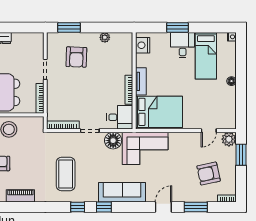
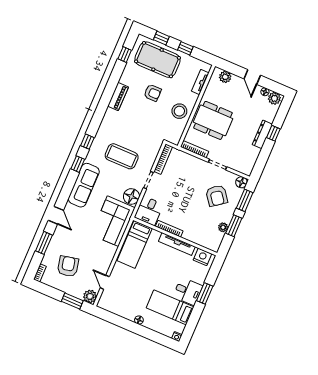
window: (99, 27) -> (234, 226), added
floor lamp: (53, 38) -> (241, 182), added
armchair: (76, 57) -> (217, 196), turned -129
tv unit: (141, 81) -> (177, 244), width x1.41
bed: (159, 112) -> (135, 244), width x0.67
coffee table: (66, 174) -> (122, 156), moved

